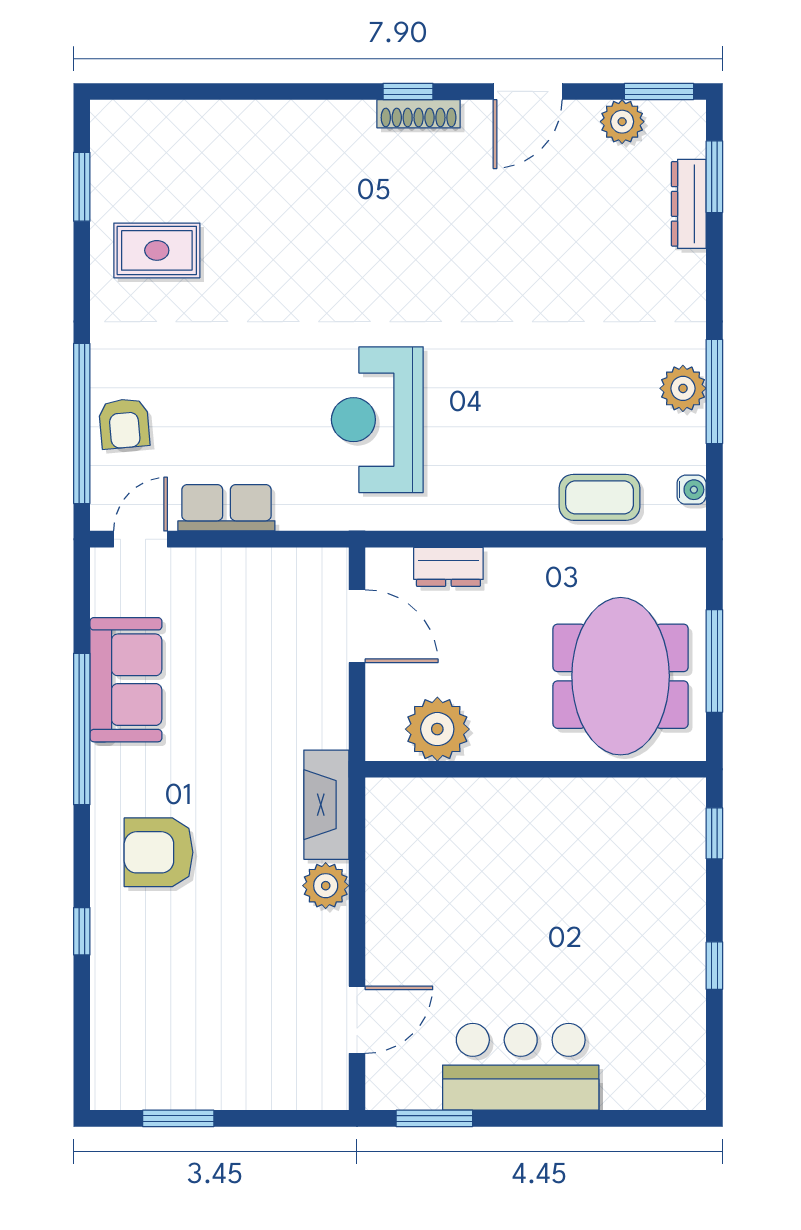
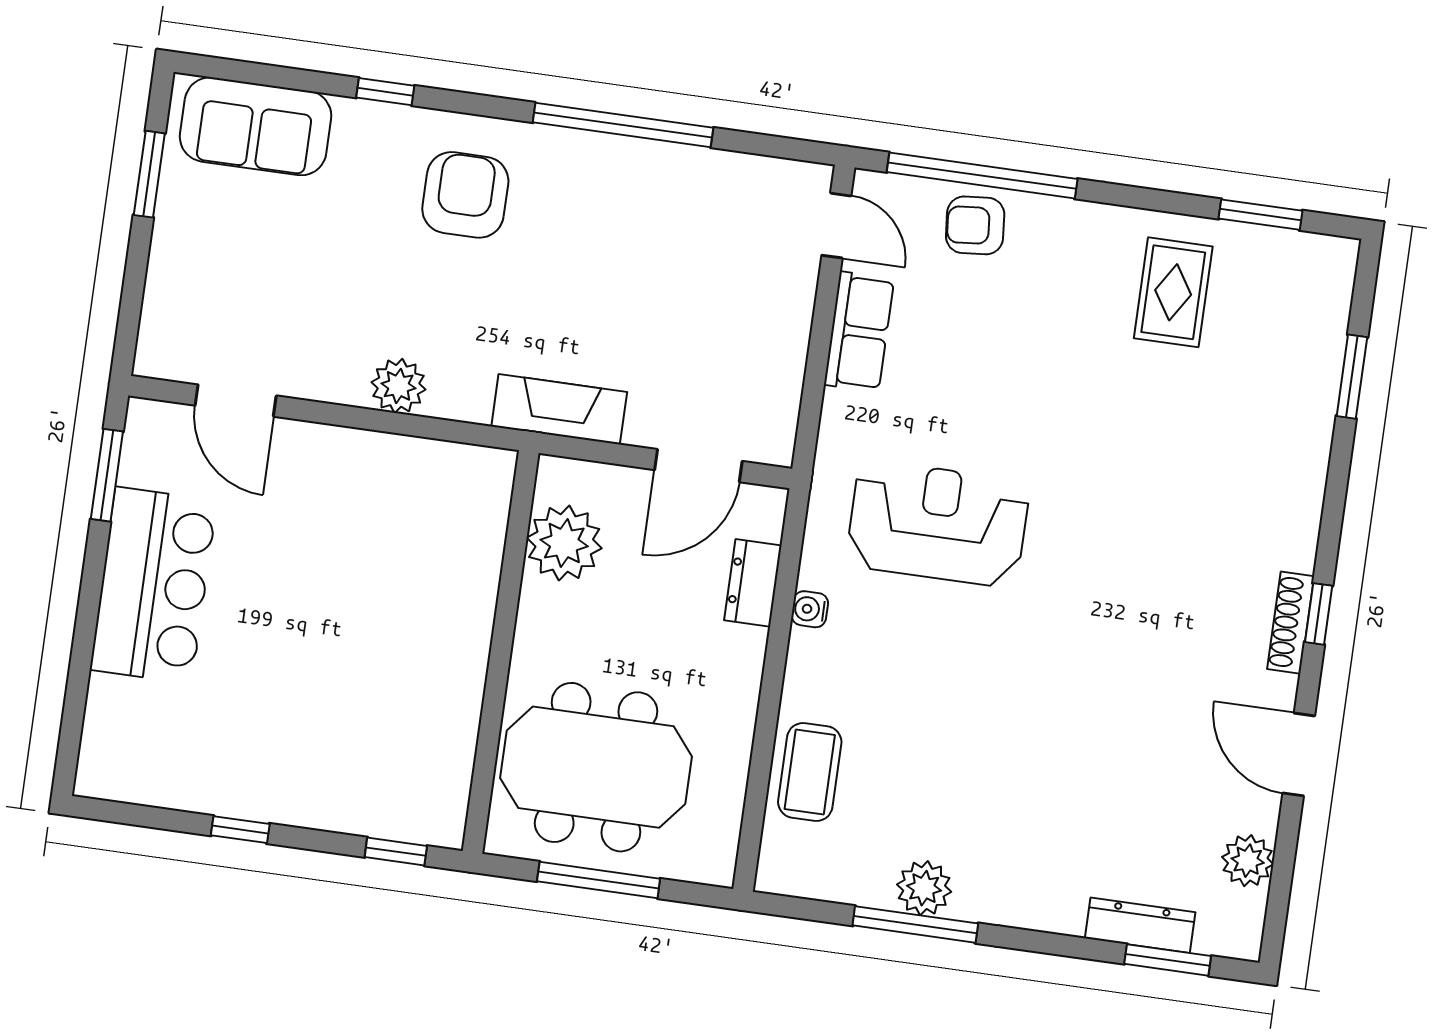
window: (659, 91) -> (1352, 377), moved
water cooler: (692, 490) -> (810, 609), moved, turned 90
sofa: (126, 680) -> (256, 126), moved
fireplace: (326, 805) -> (559, 409), moved

